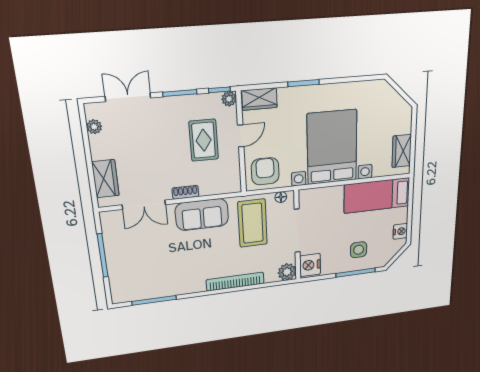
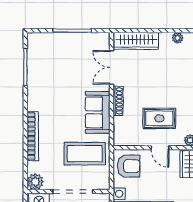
wardrobe: (105, 179) -> (136, 41), width x1.50
shoe rack: (185, 192) -> (118, 101), width x1.43
floor lamp: (281, 197) -> (105, 178), removed

